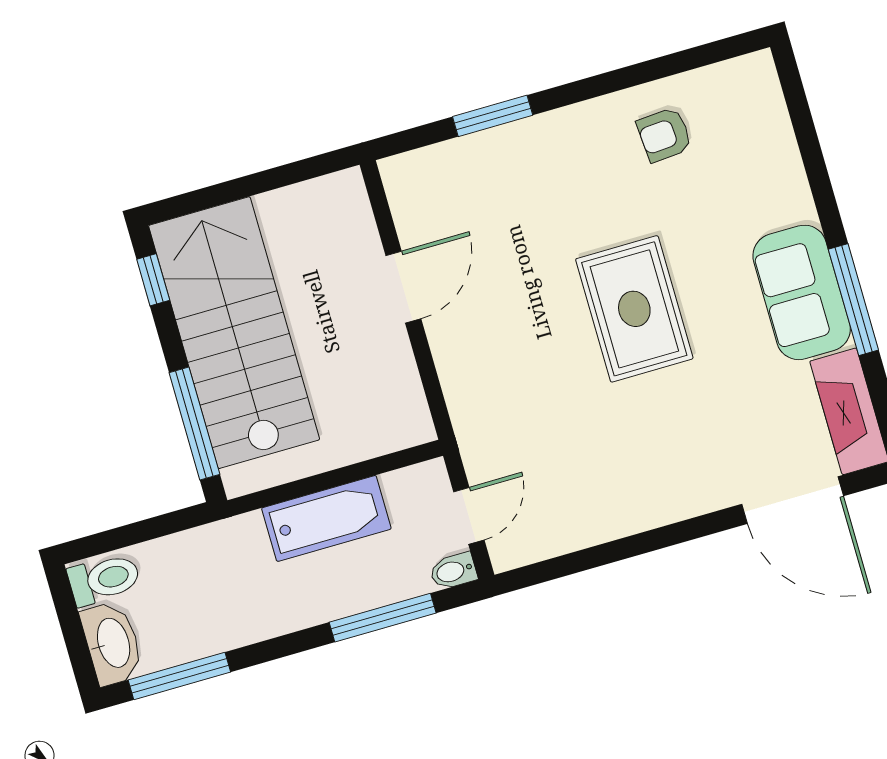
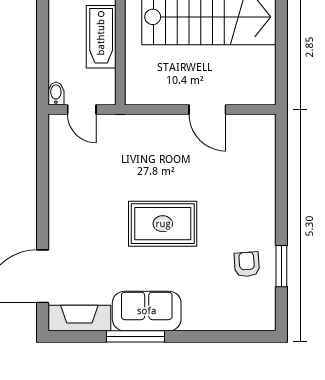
window: (493, 116) -> (281, 266), moved
window: (383, 618) -> (43, 51), removed

